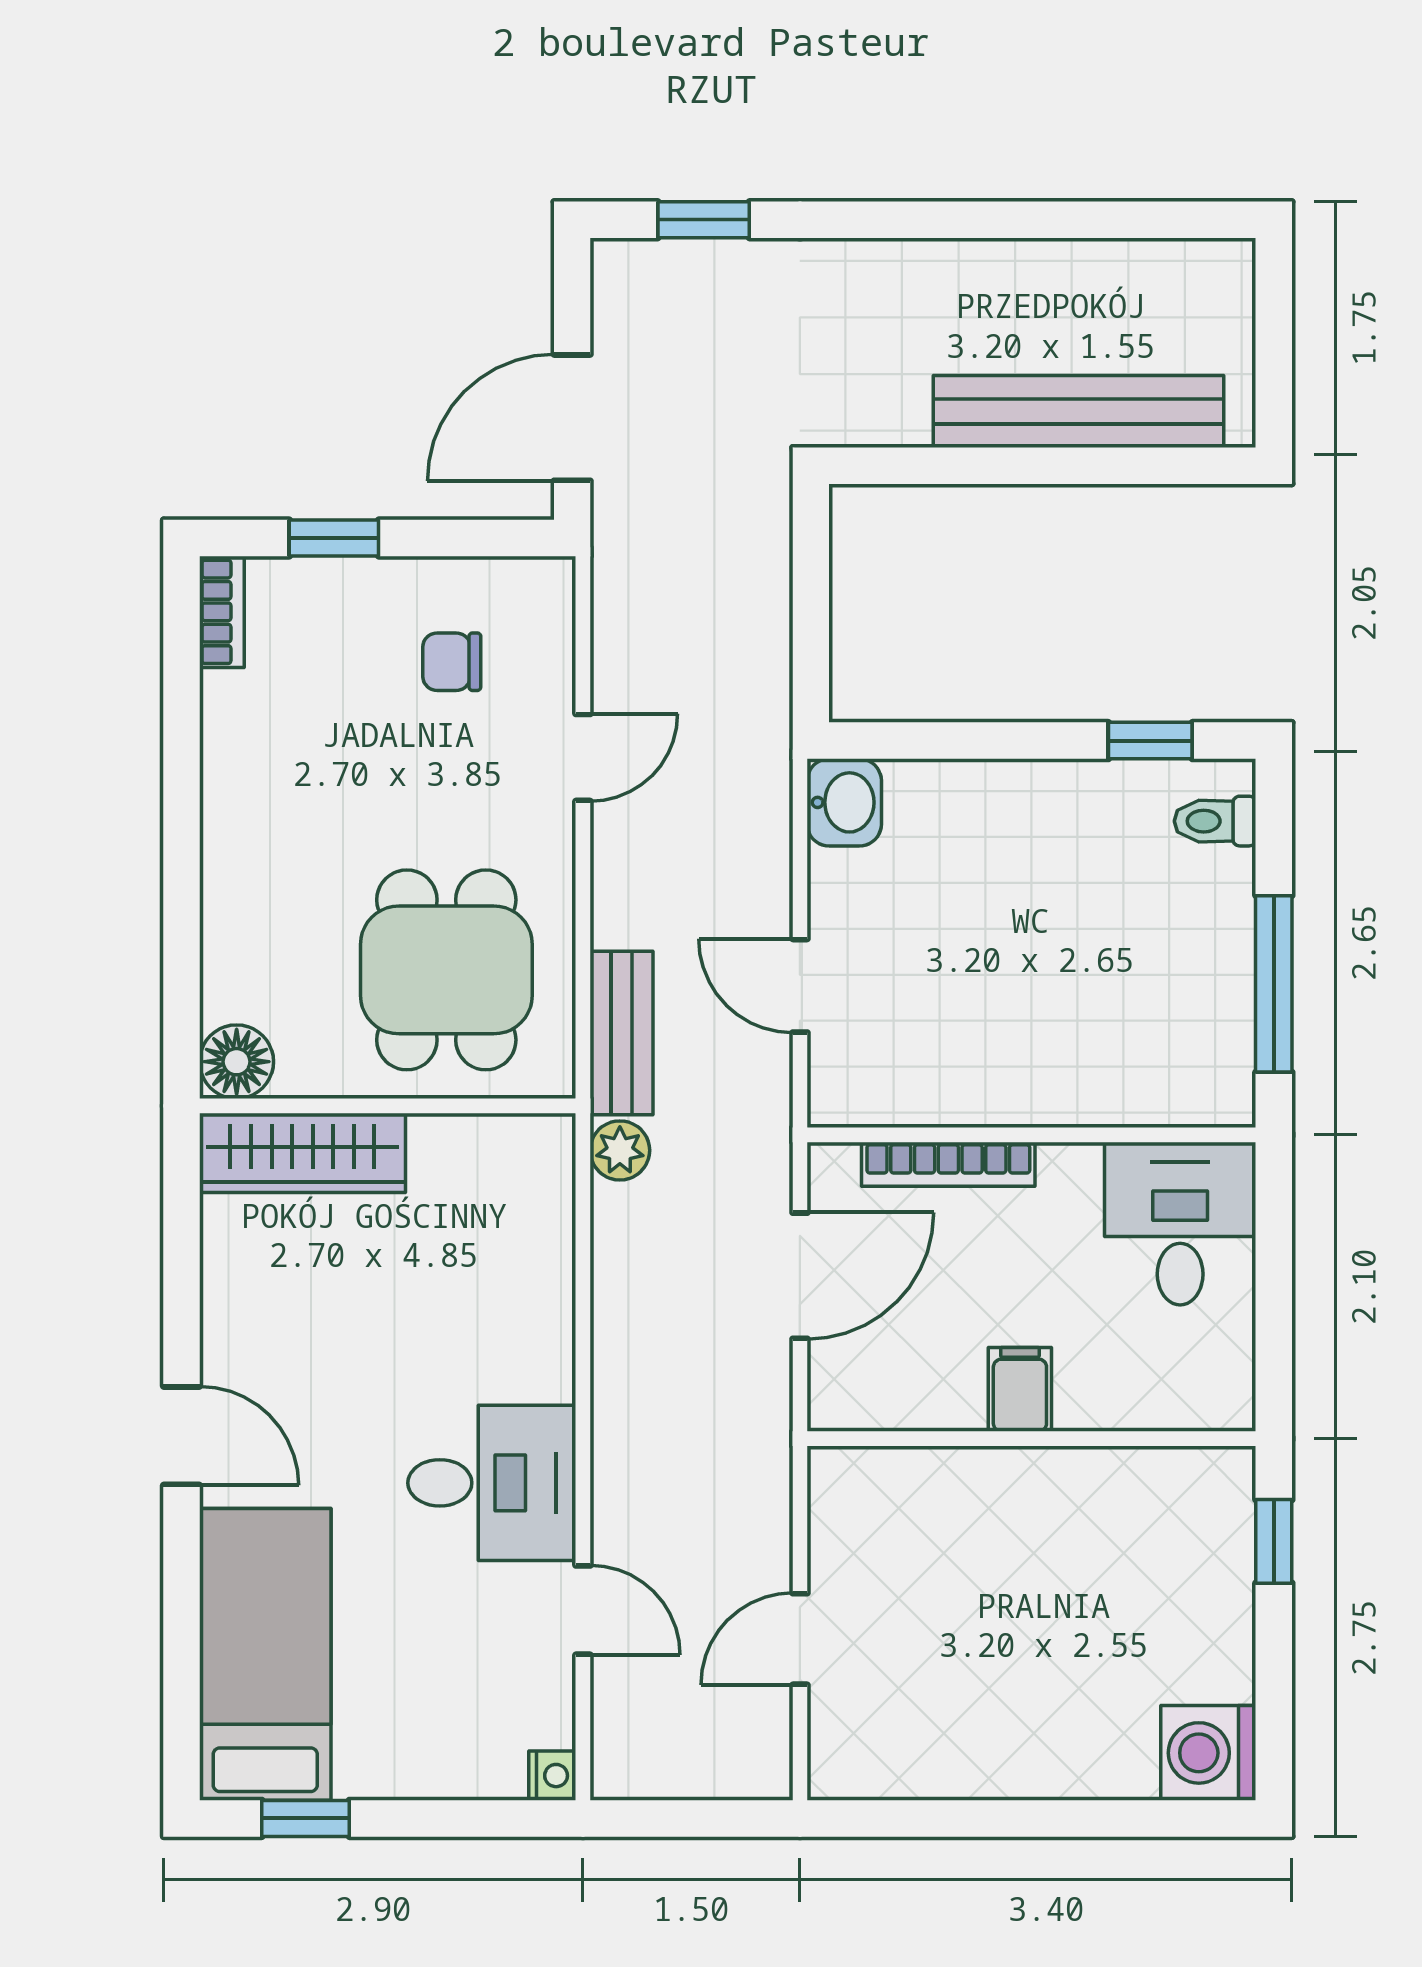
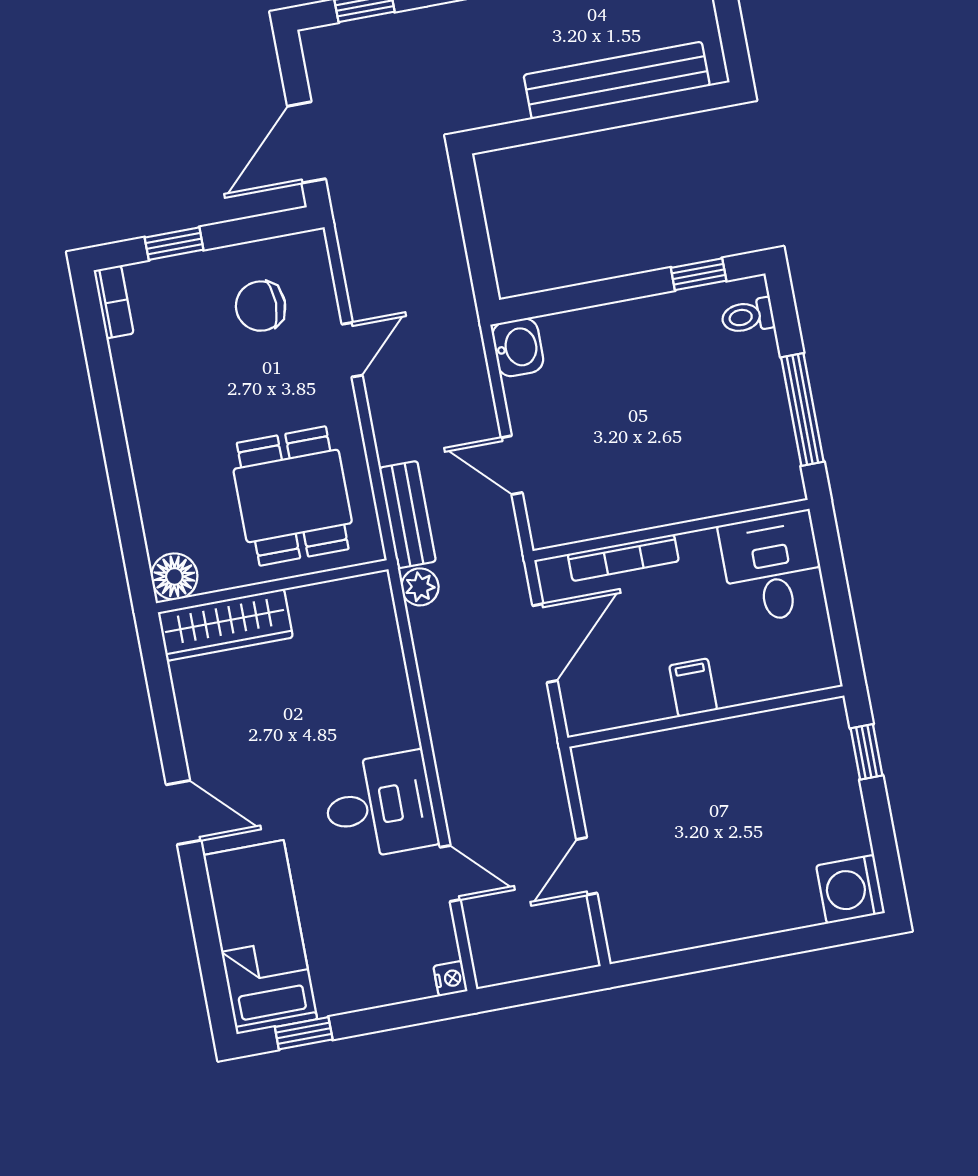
chair: (452, 662) -> (261, 306), width x1.37, depth x1.37

